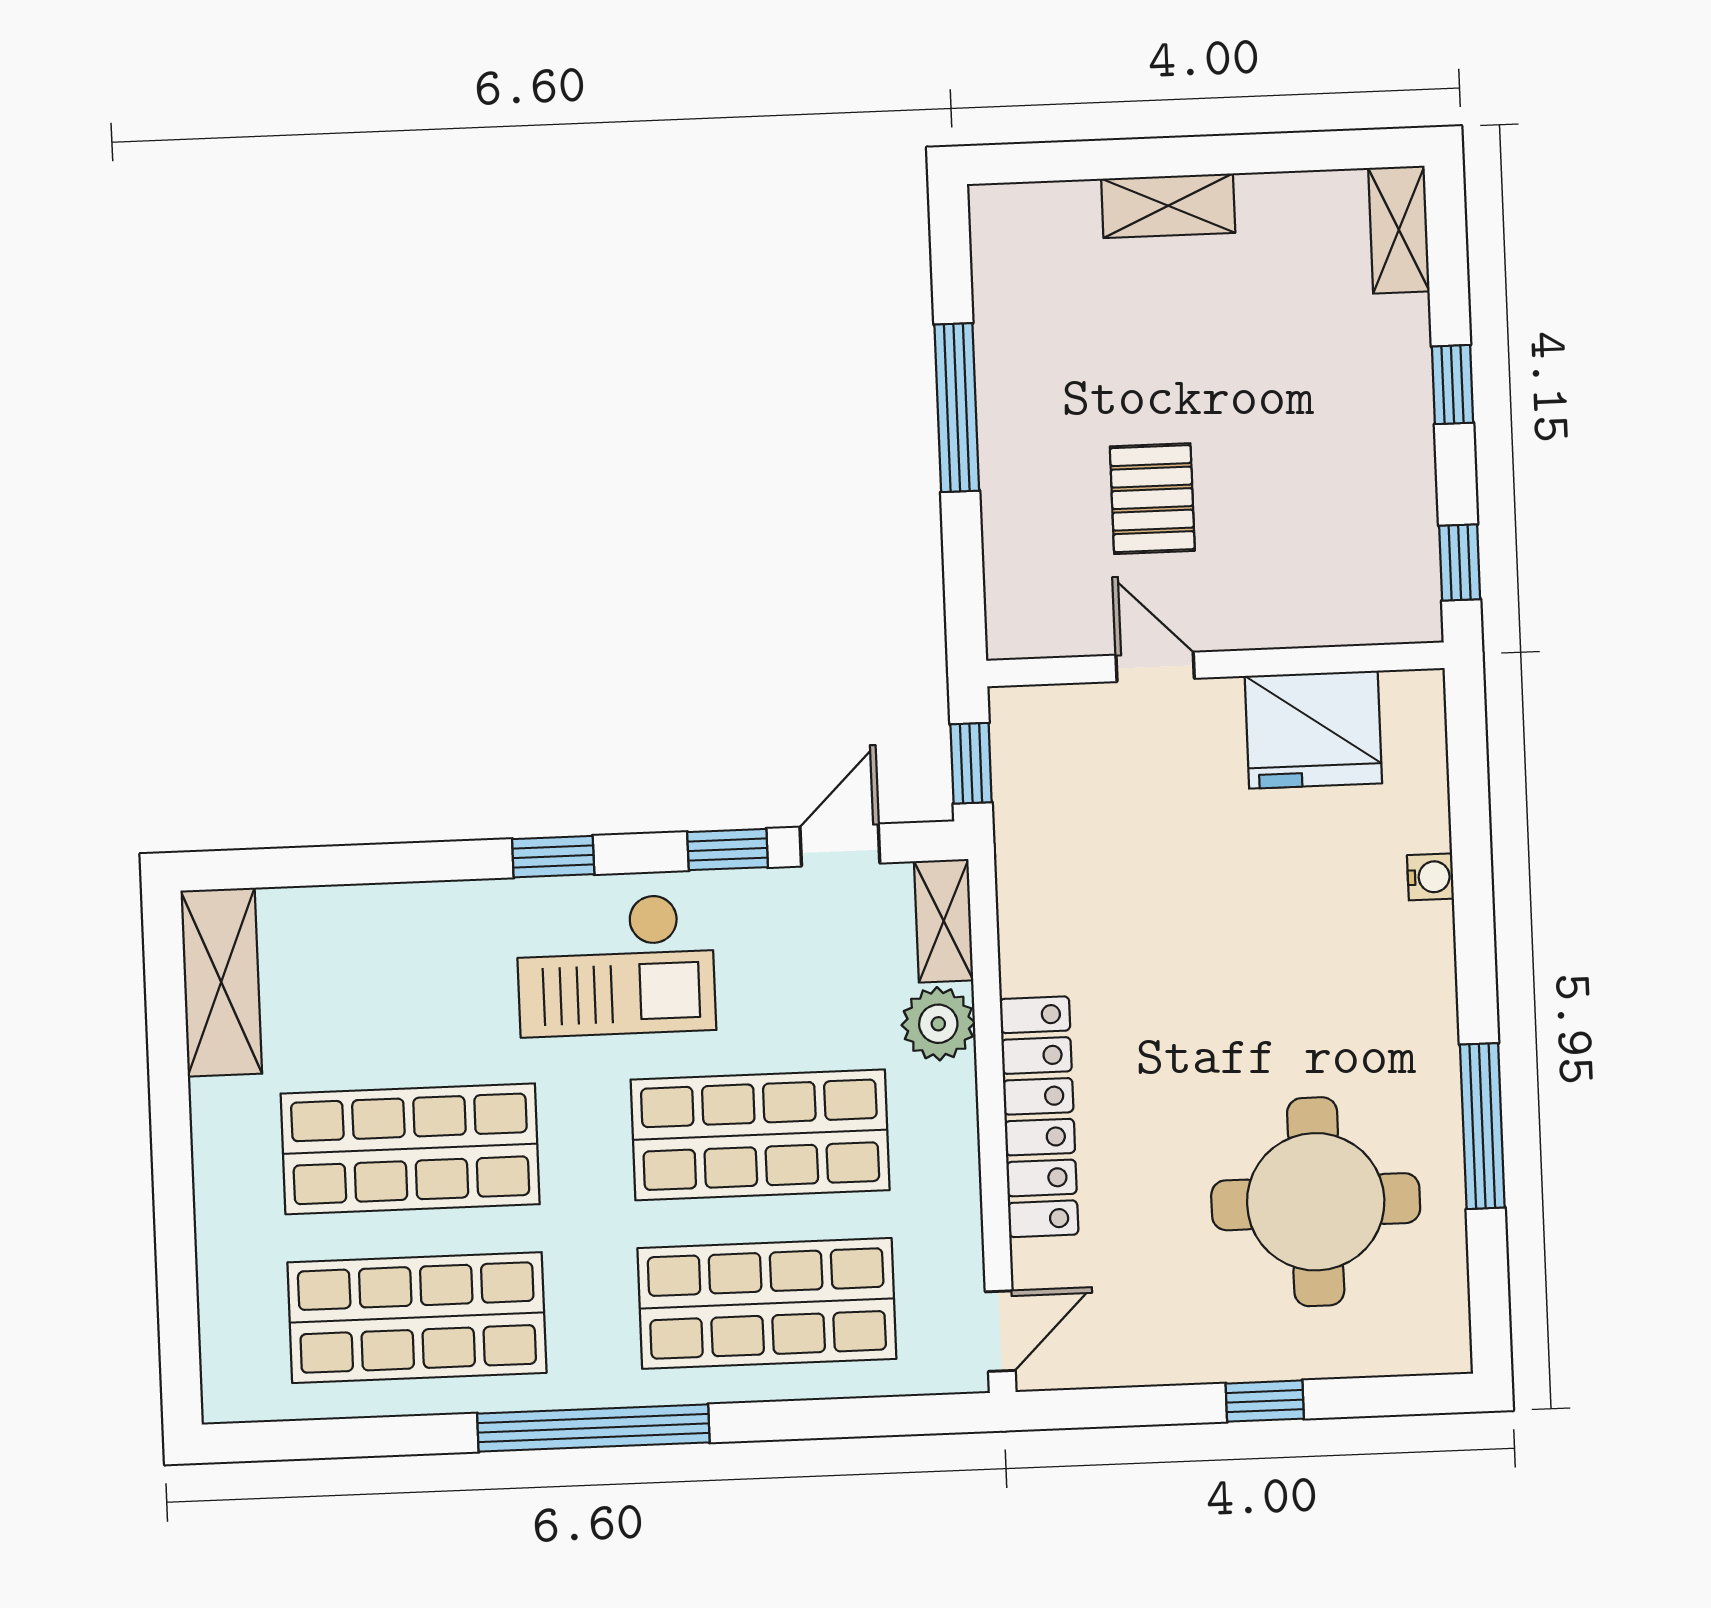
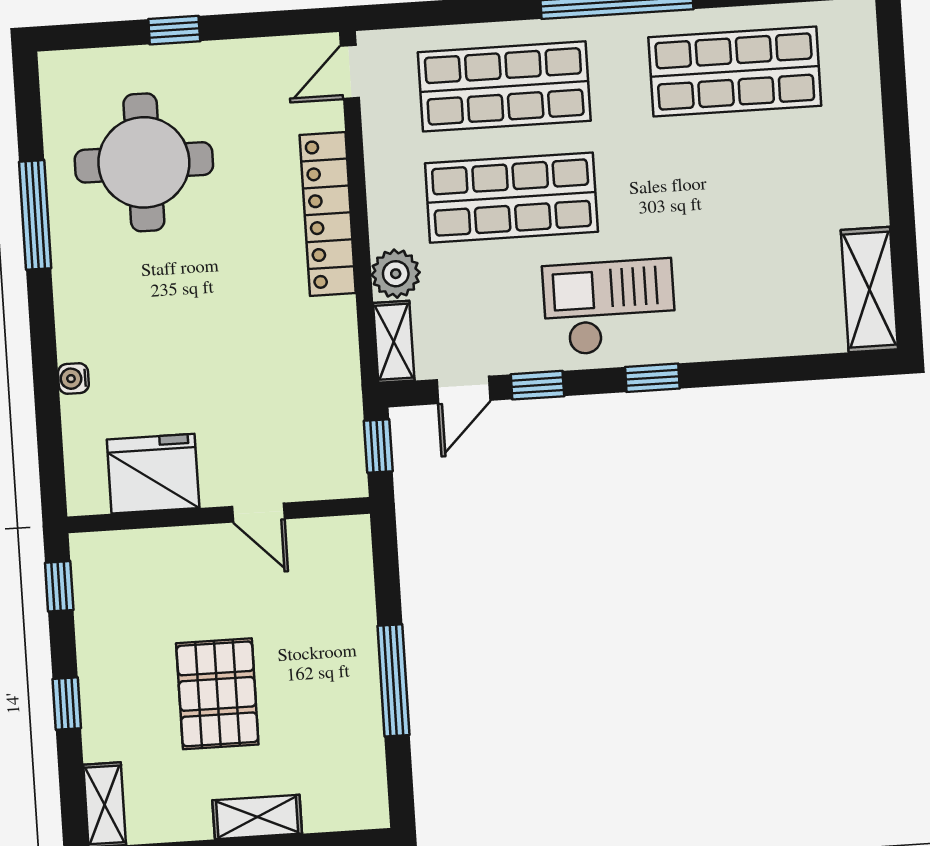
pallet: (1152, 499) -> (217, 694), moved, width x1.50, depth x1.42
shop shelf: (410, 1149) -> (742, 183), removed

